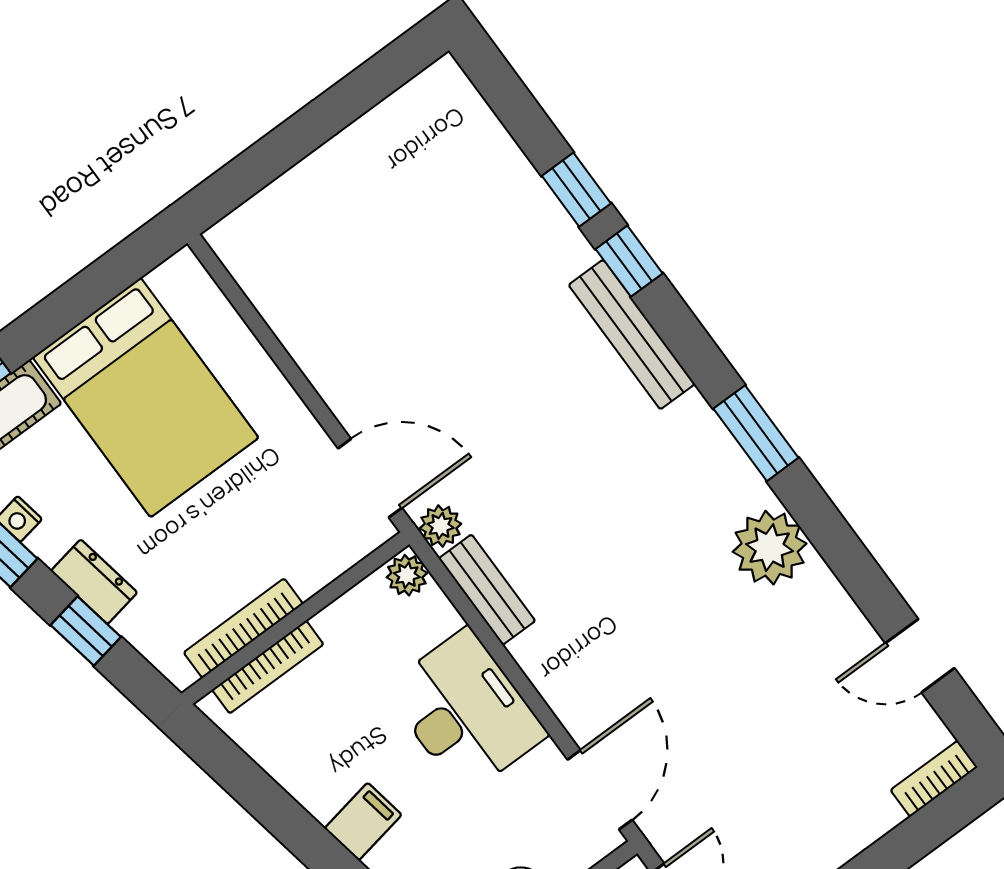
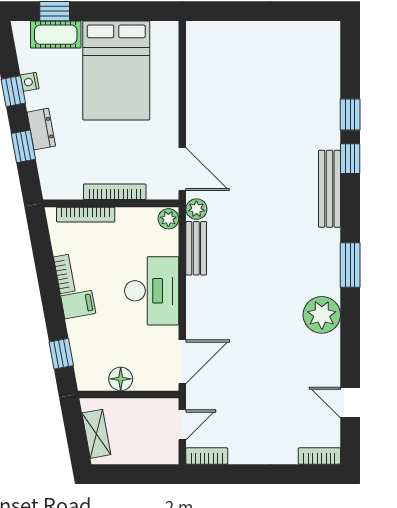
bookcase: (243, 628) -> (115, 192), moved
bookcase: (304, 789) -> (64, 274), added

